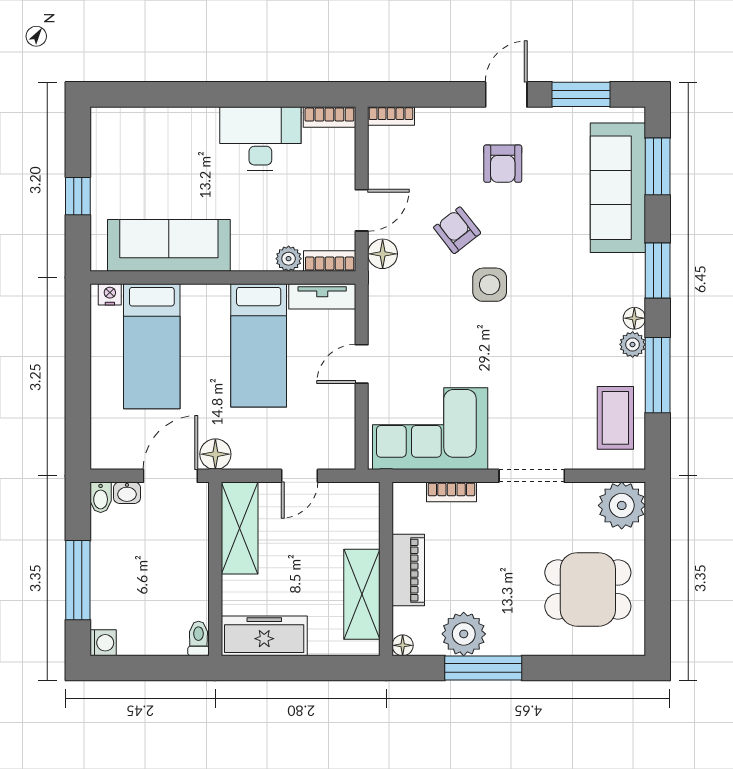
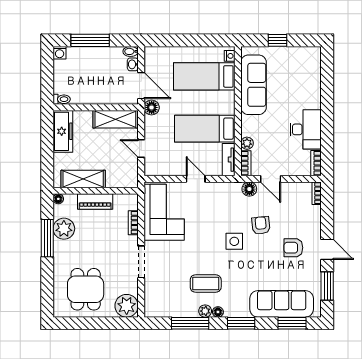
armchair: (457, 230) -> (261, 225), turned -58
coffee table: (615, 418) -> (206, 283), moved

